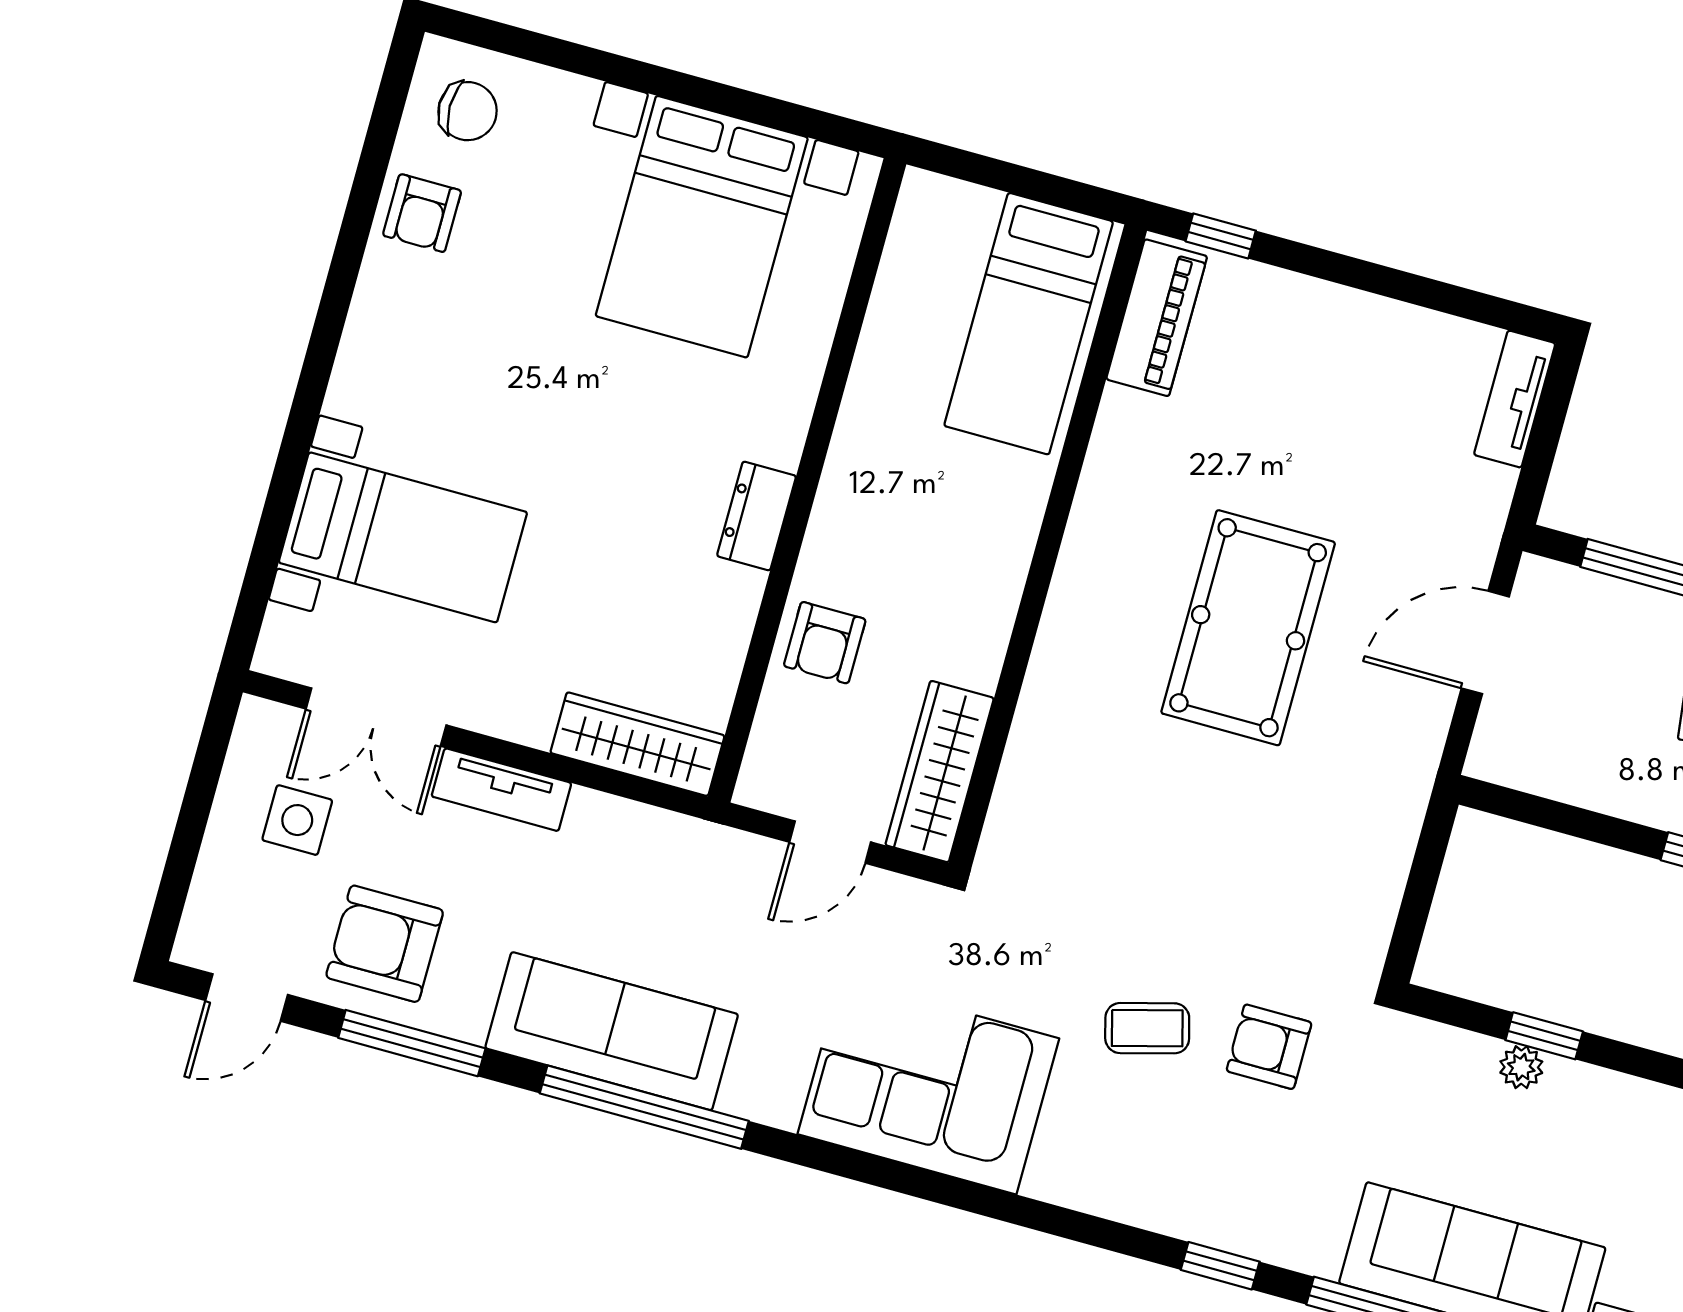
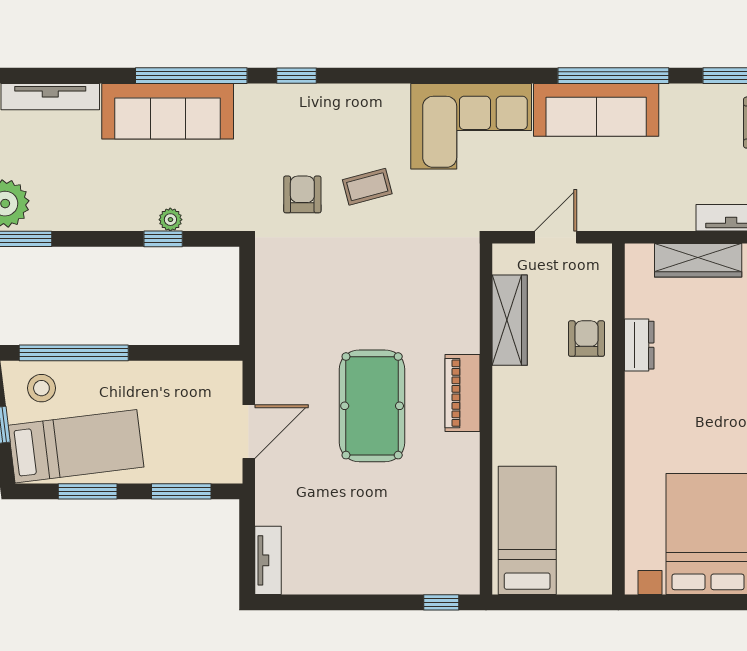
piano: (1157, 318) -> (462, 393), moved
dresser: (756, 516) -> (639, 345), moved
wardrobe: (637, 744) -> (698, 260), moved
wardrobe: (940, 772) -> (510, 320), moved
sofa: (612, 1031) -> (596, 110), moved
armchair: (1269, 1047) -> (302, 194), turned -90

